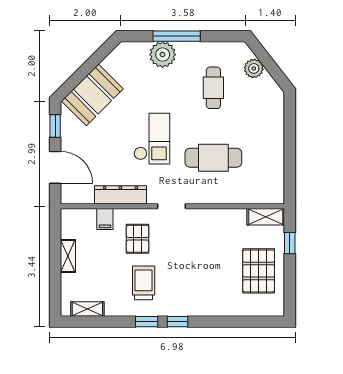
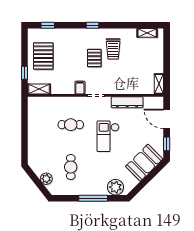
plant: (163, 55) -> (115, 187), moved
cafe table: (213, 158) -> (71, 125), width x0.73, depth x0.74
filing cabinet: (105, 219) -> (80, 88), moved
pallet: (138, 239) -> (94, 58), moved
shelving: (68, 256) -> (159, 84), moved
window: (147, 322) -> (48, 25), moved

